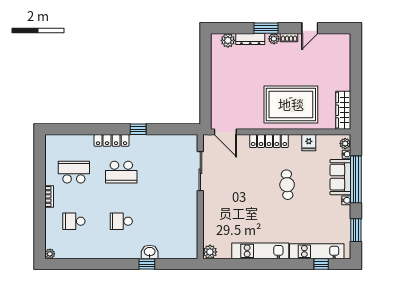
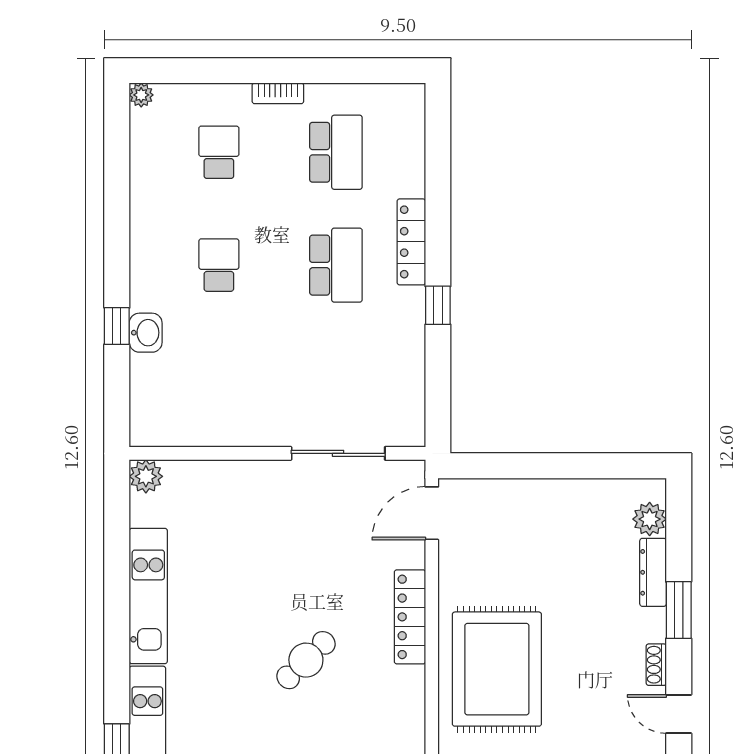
plant: (274, 39) -> (653, 629), removed
fridge: (309, 143) -> (406, 712), removed
school desk: (121, 172) -> (336, 265), turned 180
cafe table: (287, 185) -> (306, 660), turned -40

